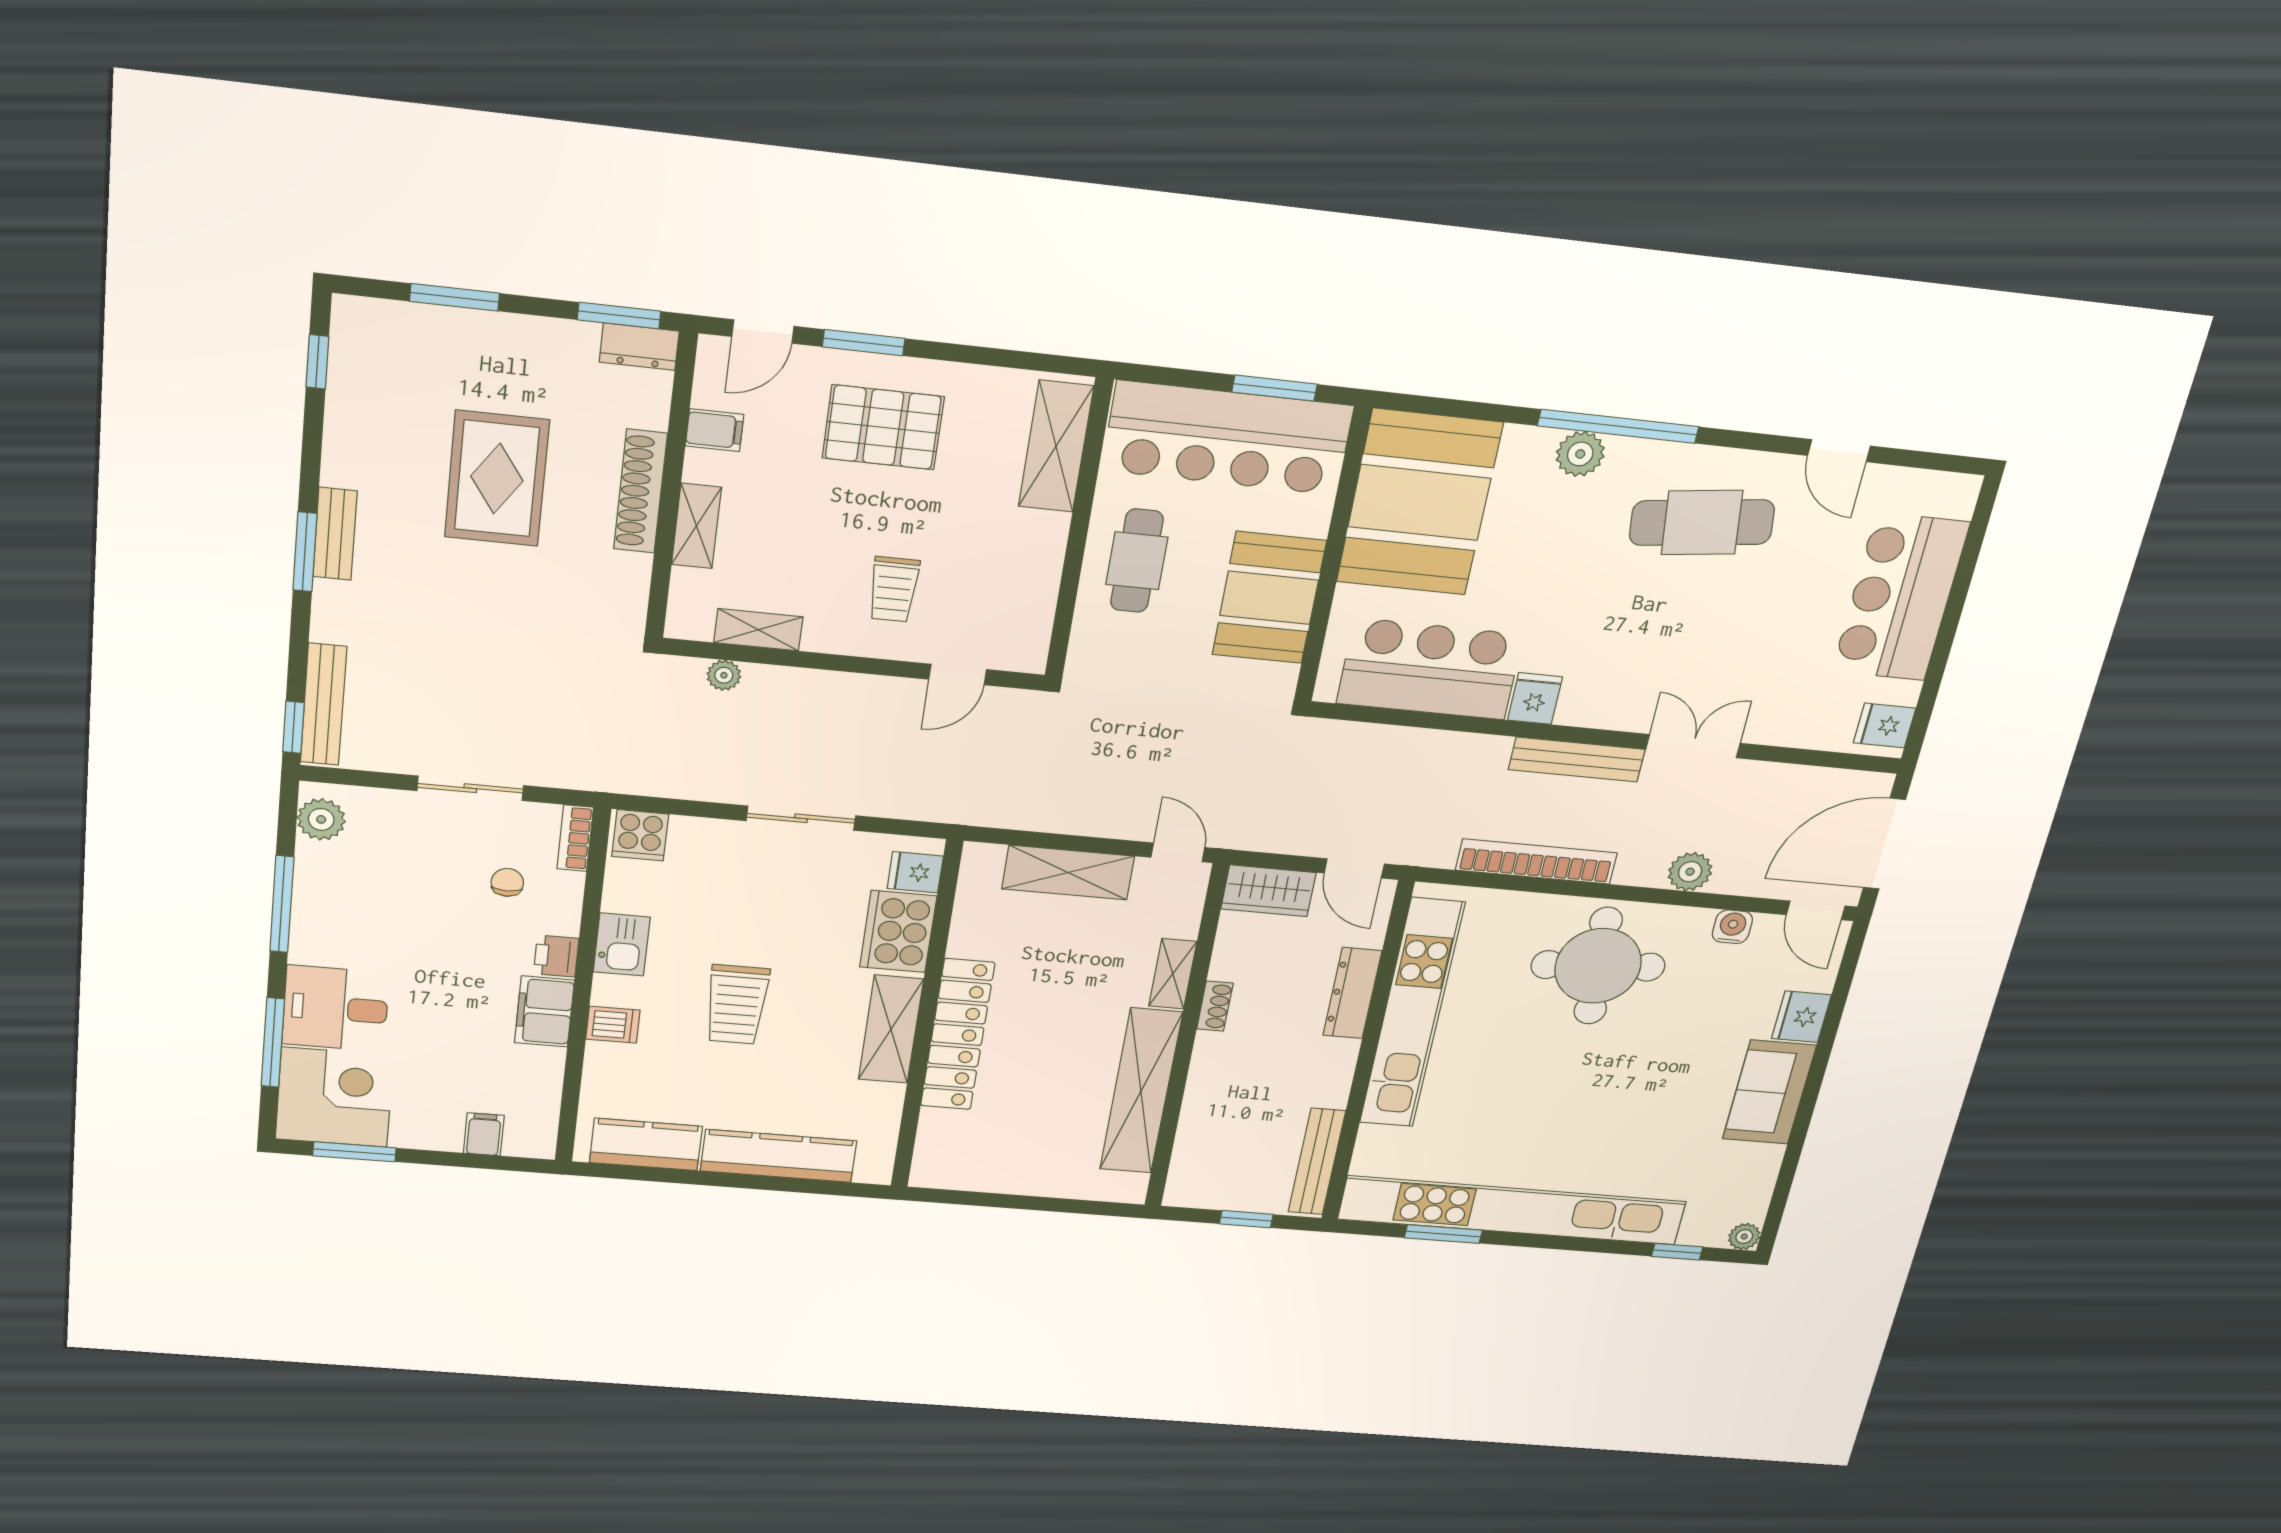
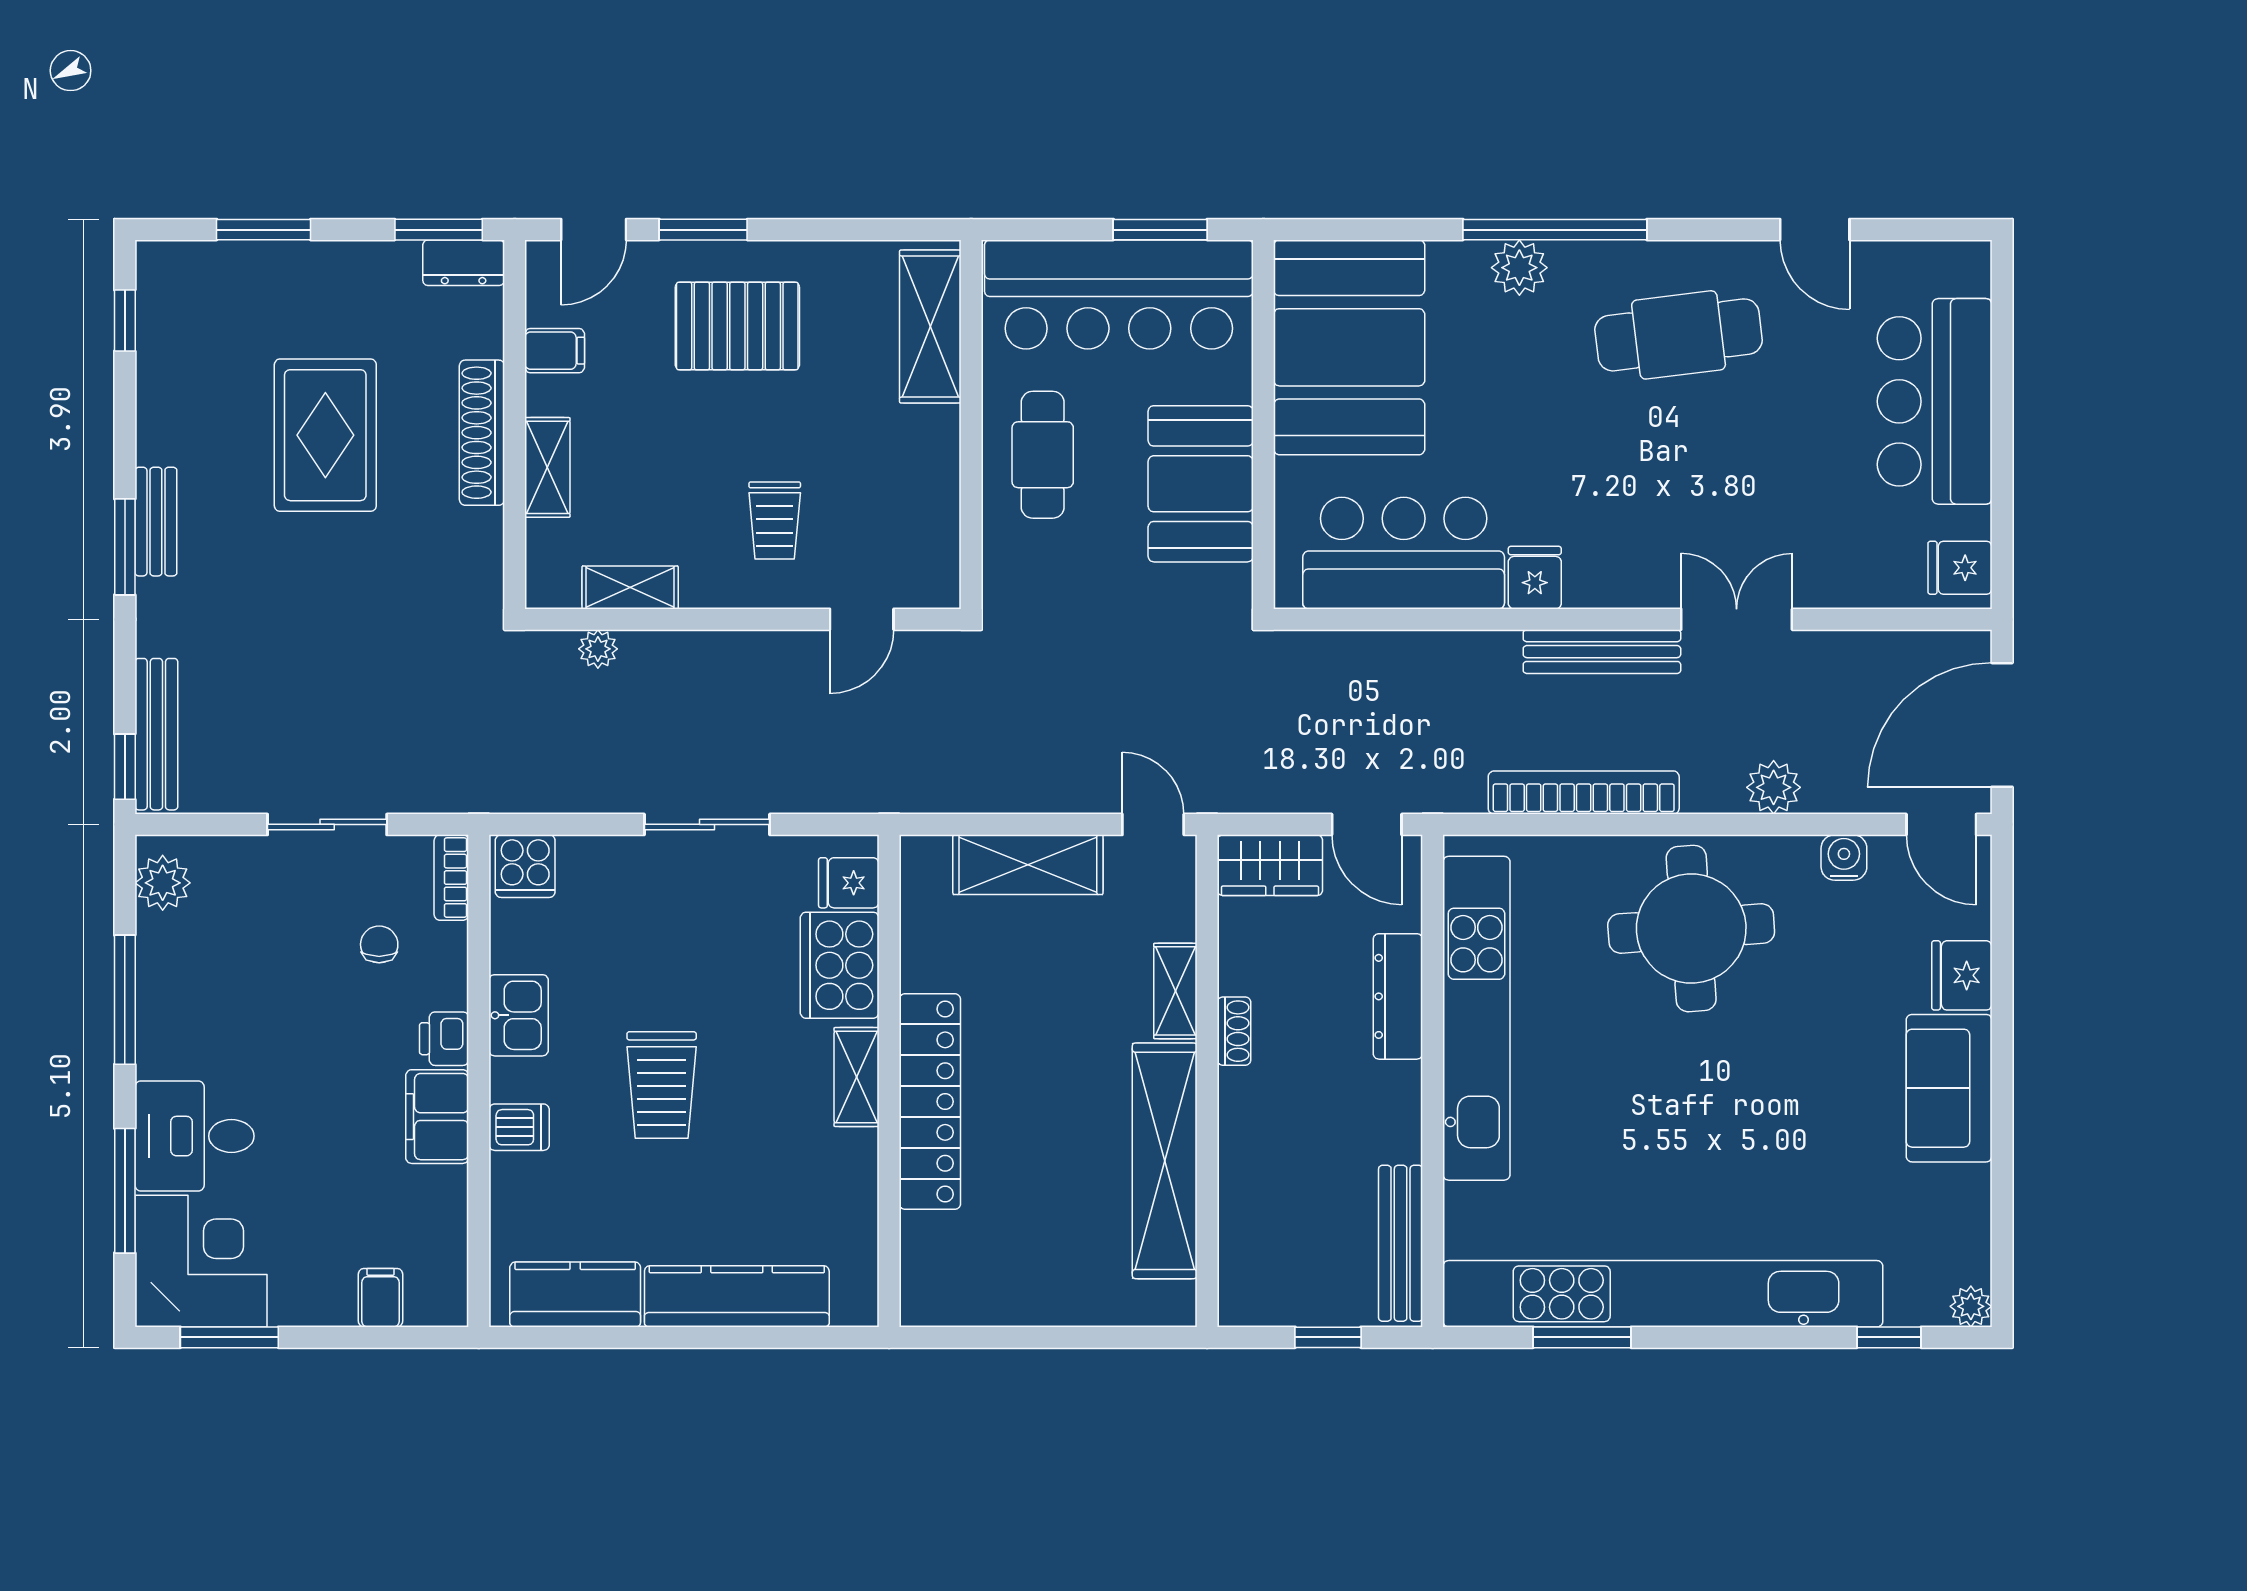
shelving: (891, 1029) -> (856, 1077), width x0.67, depth x0.75

